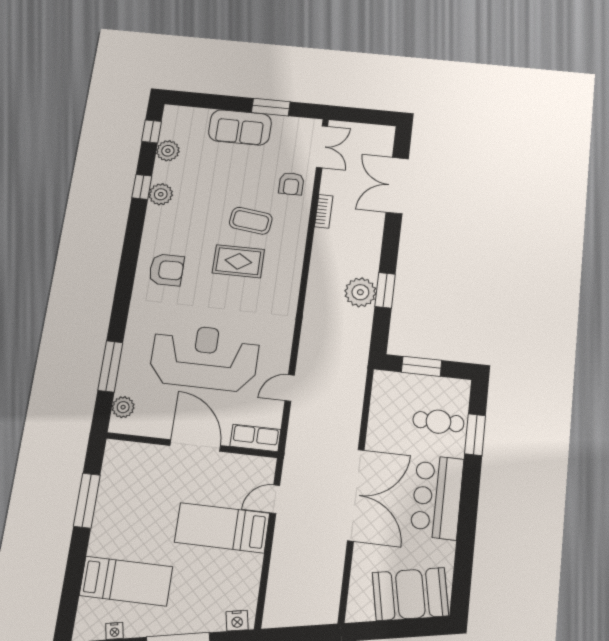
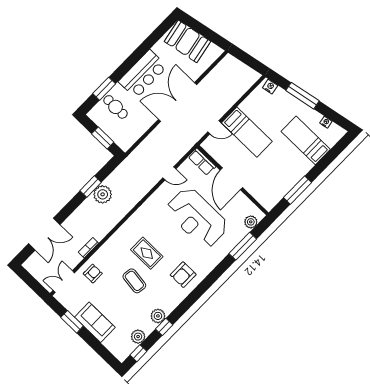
coffee table: (251, 221) -> (134, 281), moved
armchair: (166, 270) -> (183, 275), turned -90

